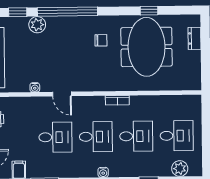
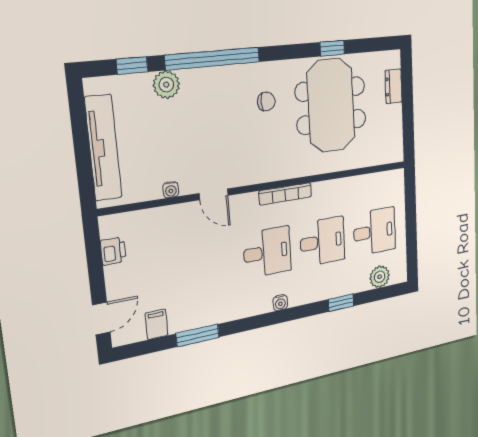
bookcase: (117, 100) -> (285, 194), width x1.56
desk: (55, 137) -> (209, 263), removed

